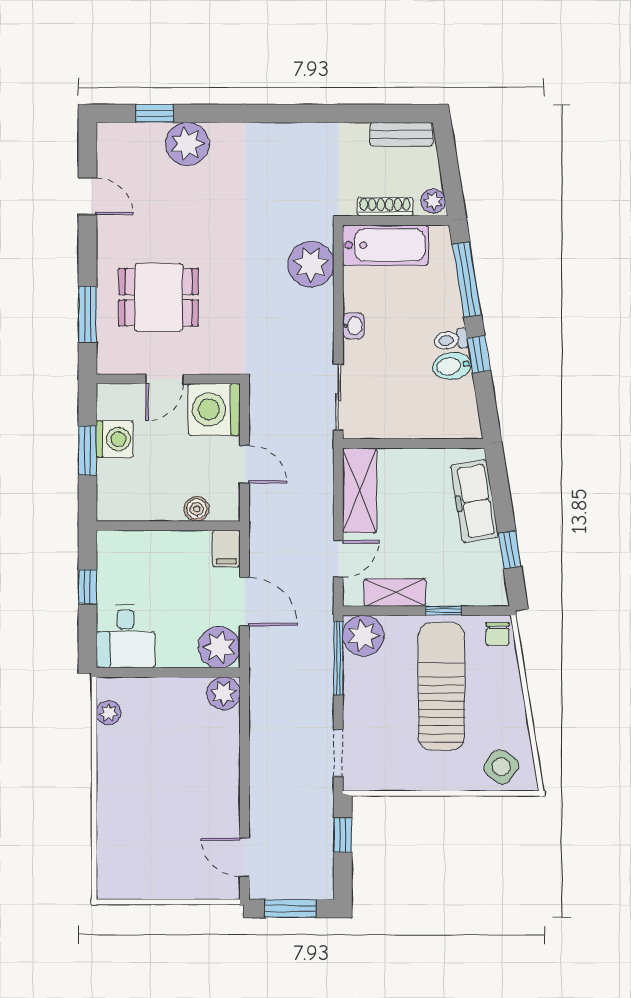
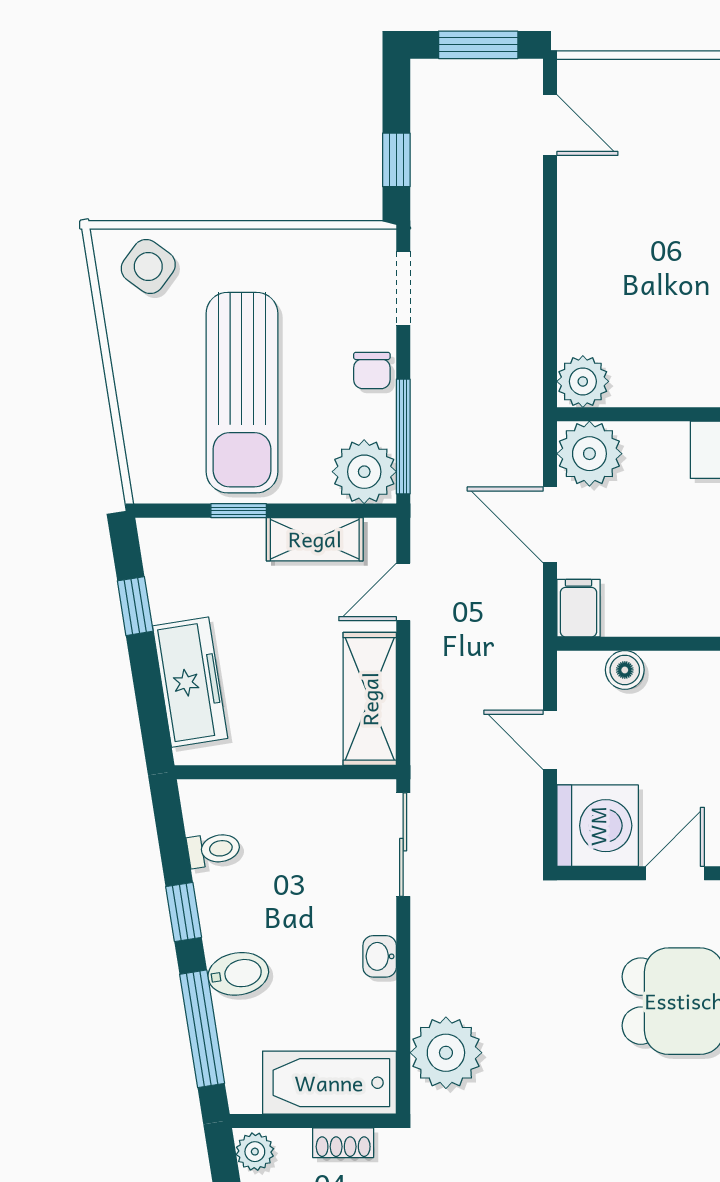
shoe rack: (385, 207) -> (343, 1143), width x0.70
toilet: (451, 340) -> (214, 849), moved
bidet: (452, 366) -> (238, 974), moved
chair: (498, 634) -> (372, 370), moved, turned 180

